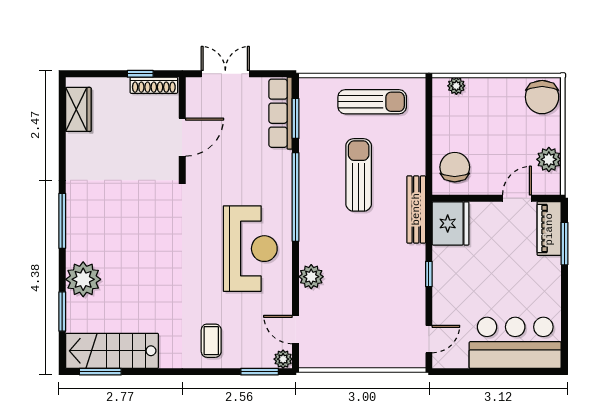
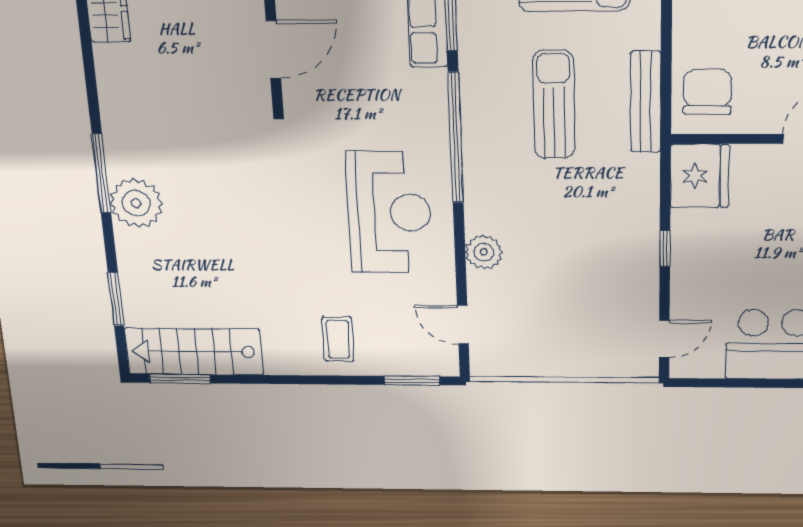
bench: (416, 209) -> (645, 102), moved
plant: (83, 279) -> (136, 203), moved
plant: (283, 359) -> (446, 364), removed

